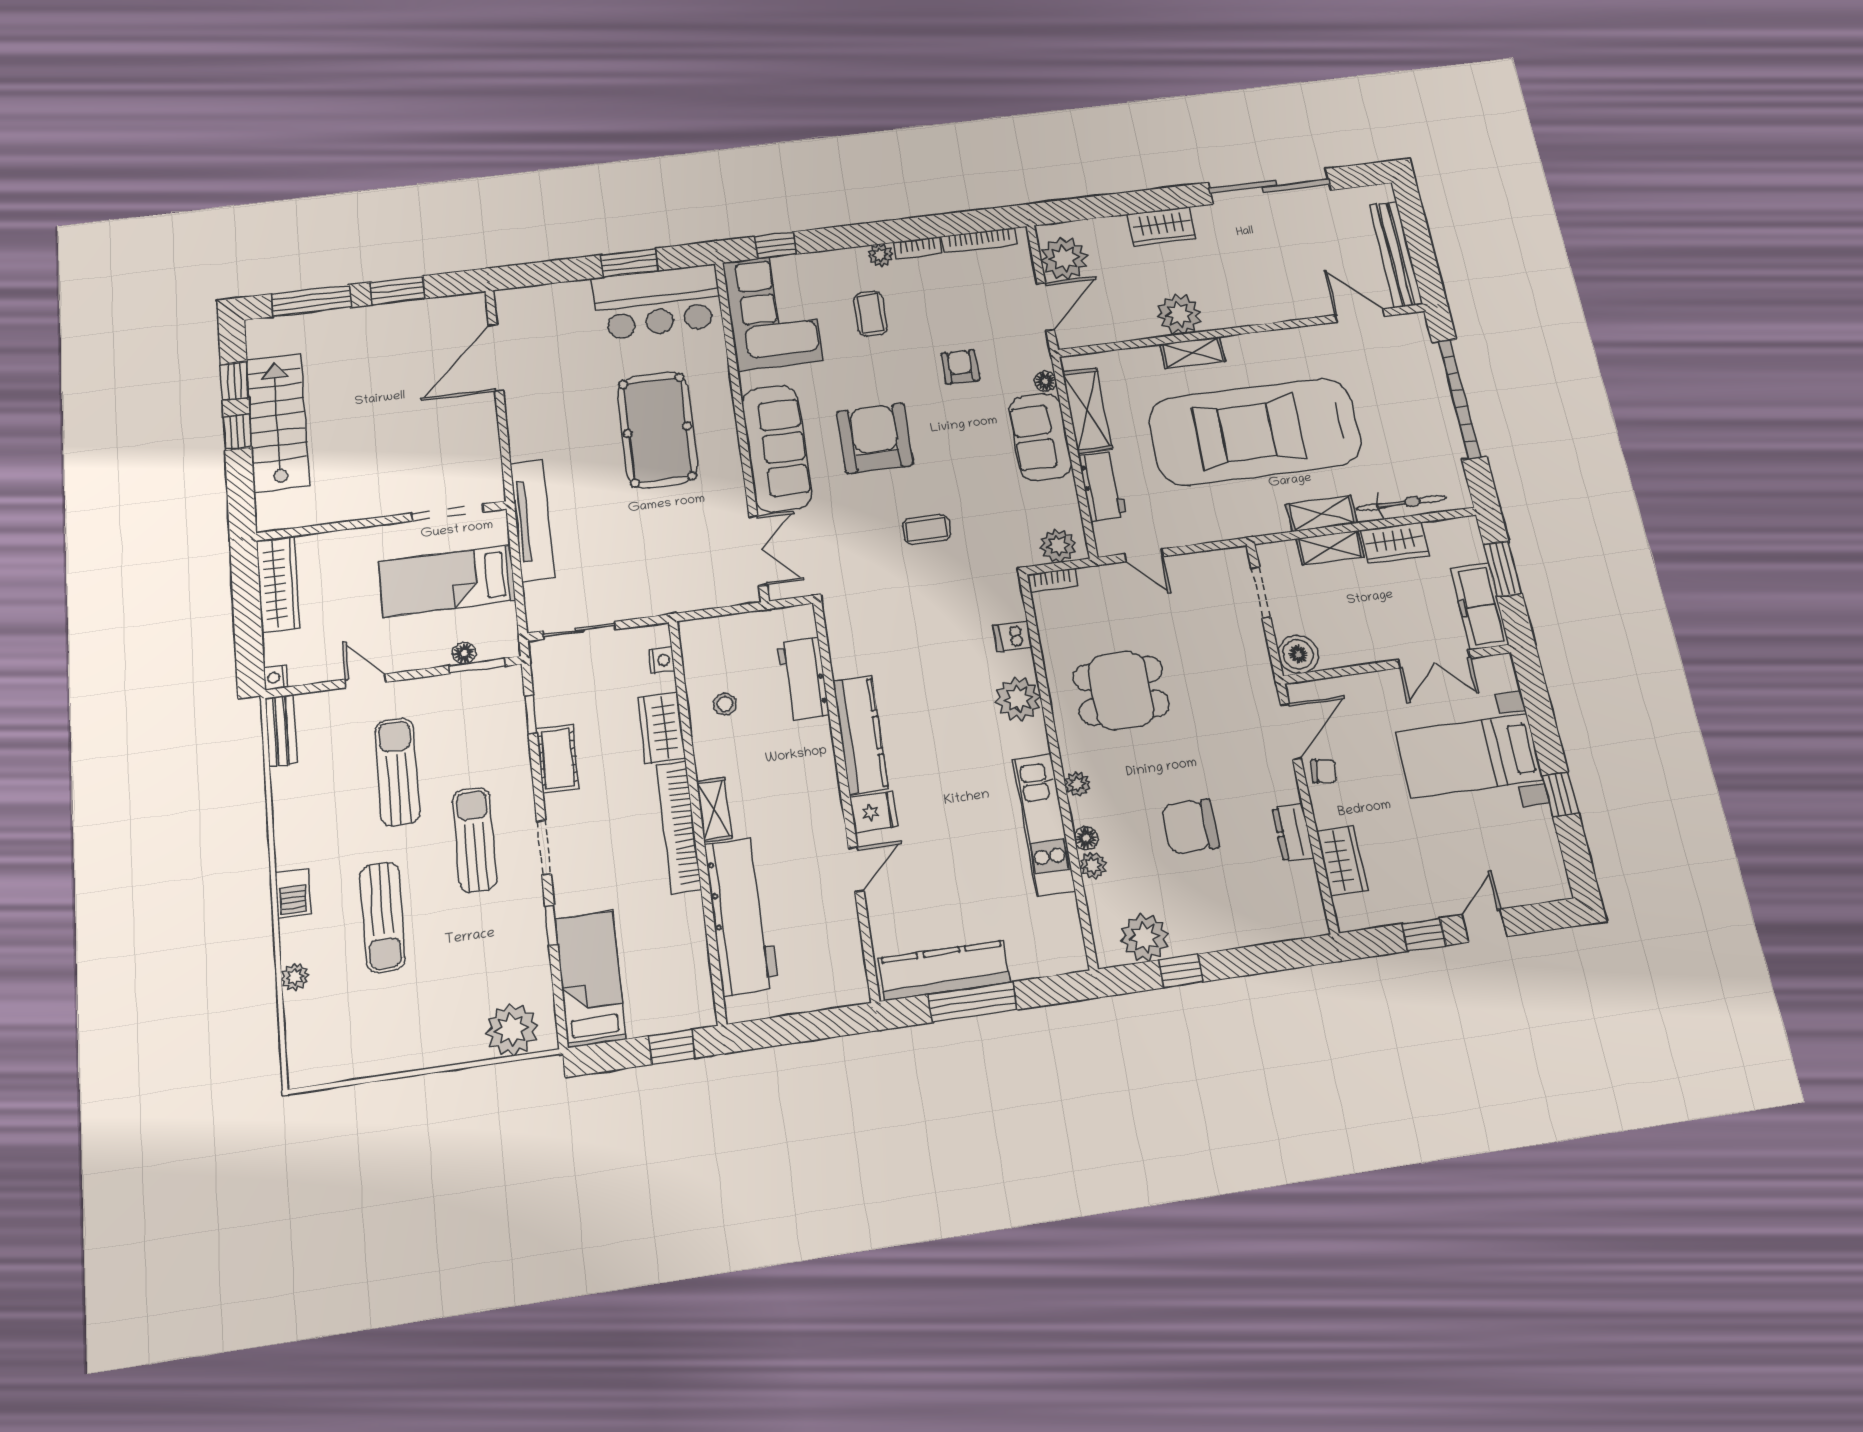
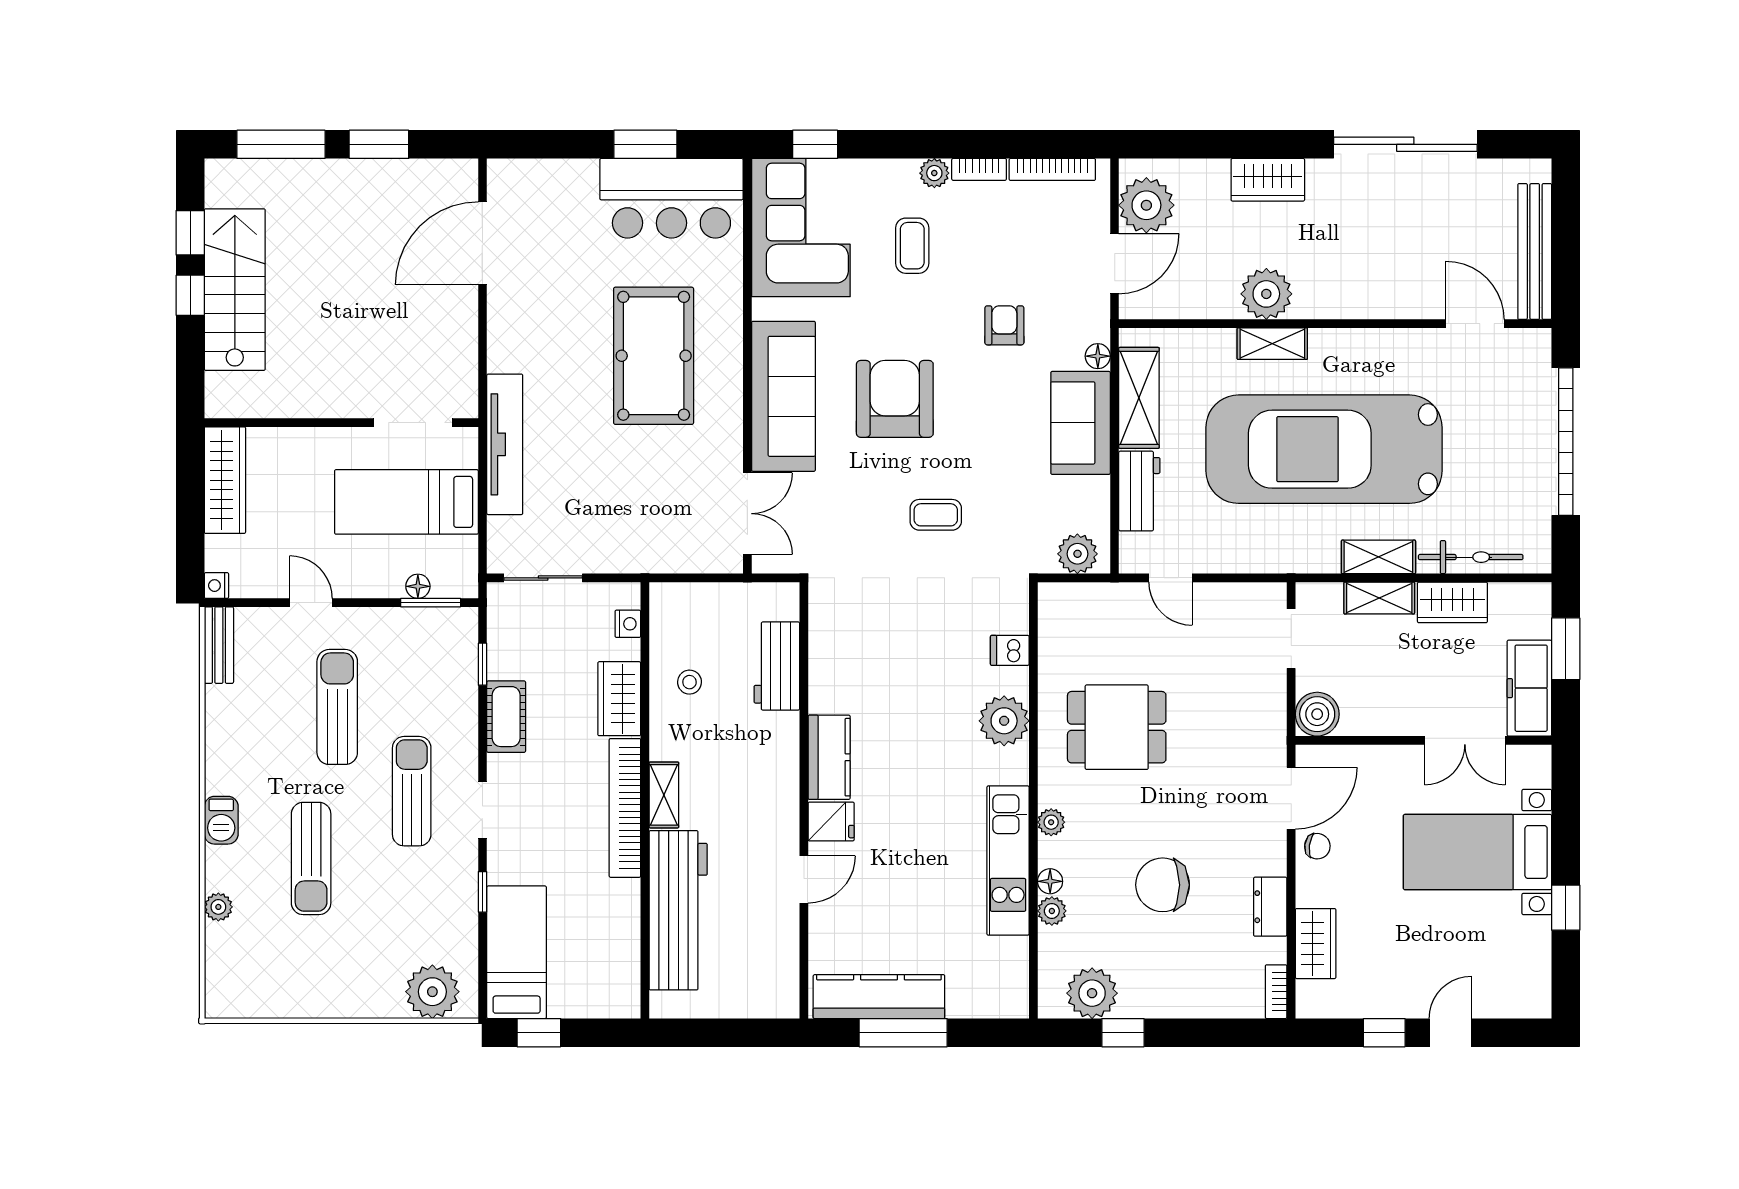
bookcase: (1052, 580) -> (1276, 992), moved, turned 90
kitchen counter: (860, 735) -> (829, 757), width x0.67
window: (672, 1047) -> (539, 1033), moved

